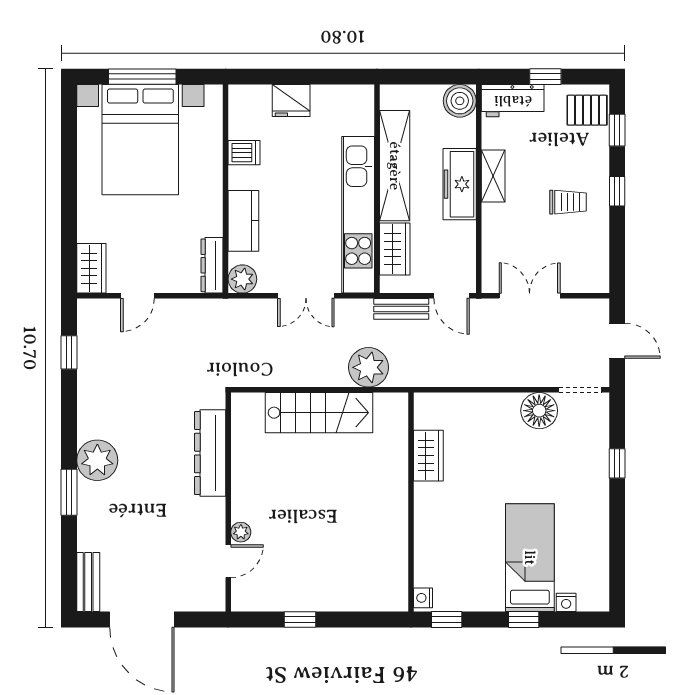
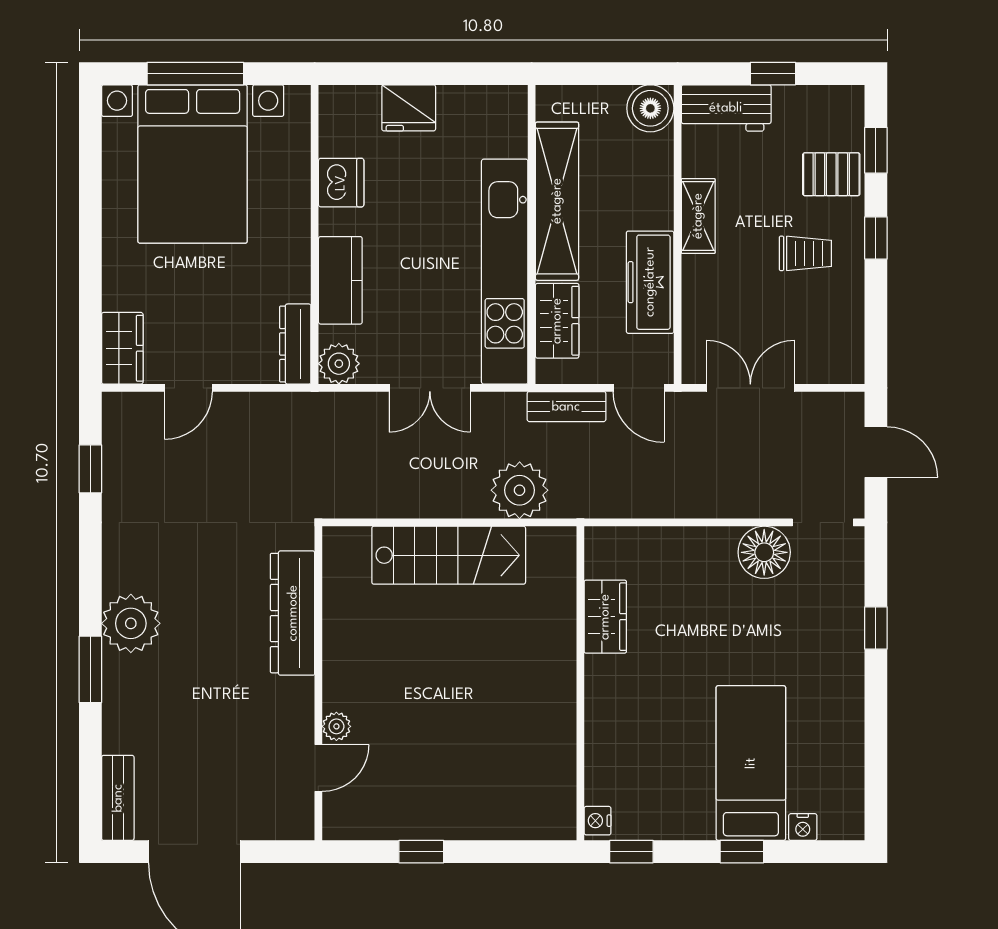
pallet: (587, 110) -> (831, 174), moved
dishwasher: (244, 153) -> (341, 183), width x1.38
freezer: (460, 184) -> (650, 282), moved

